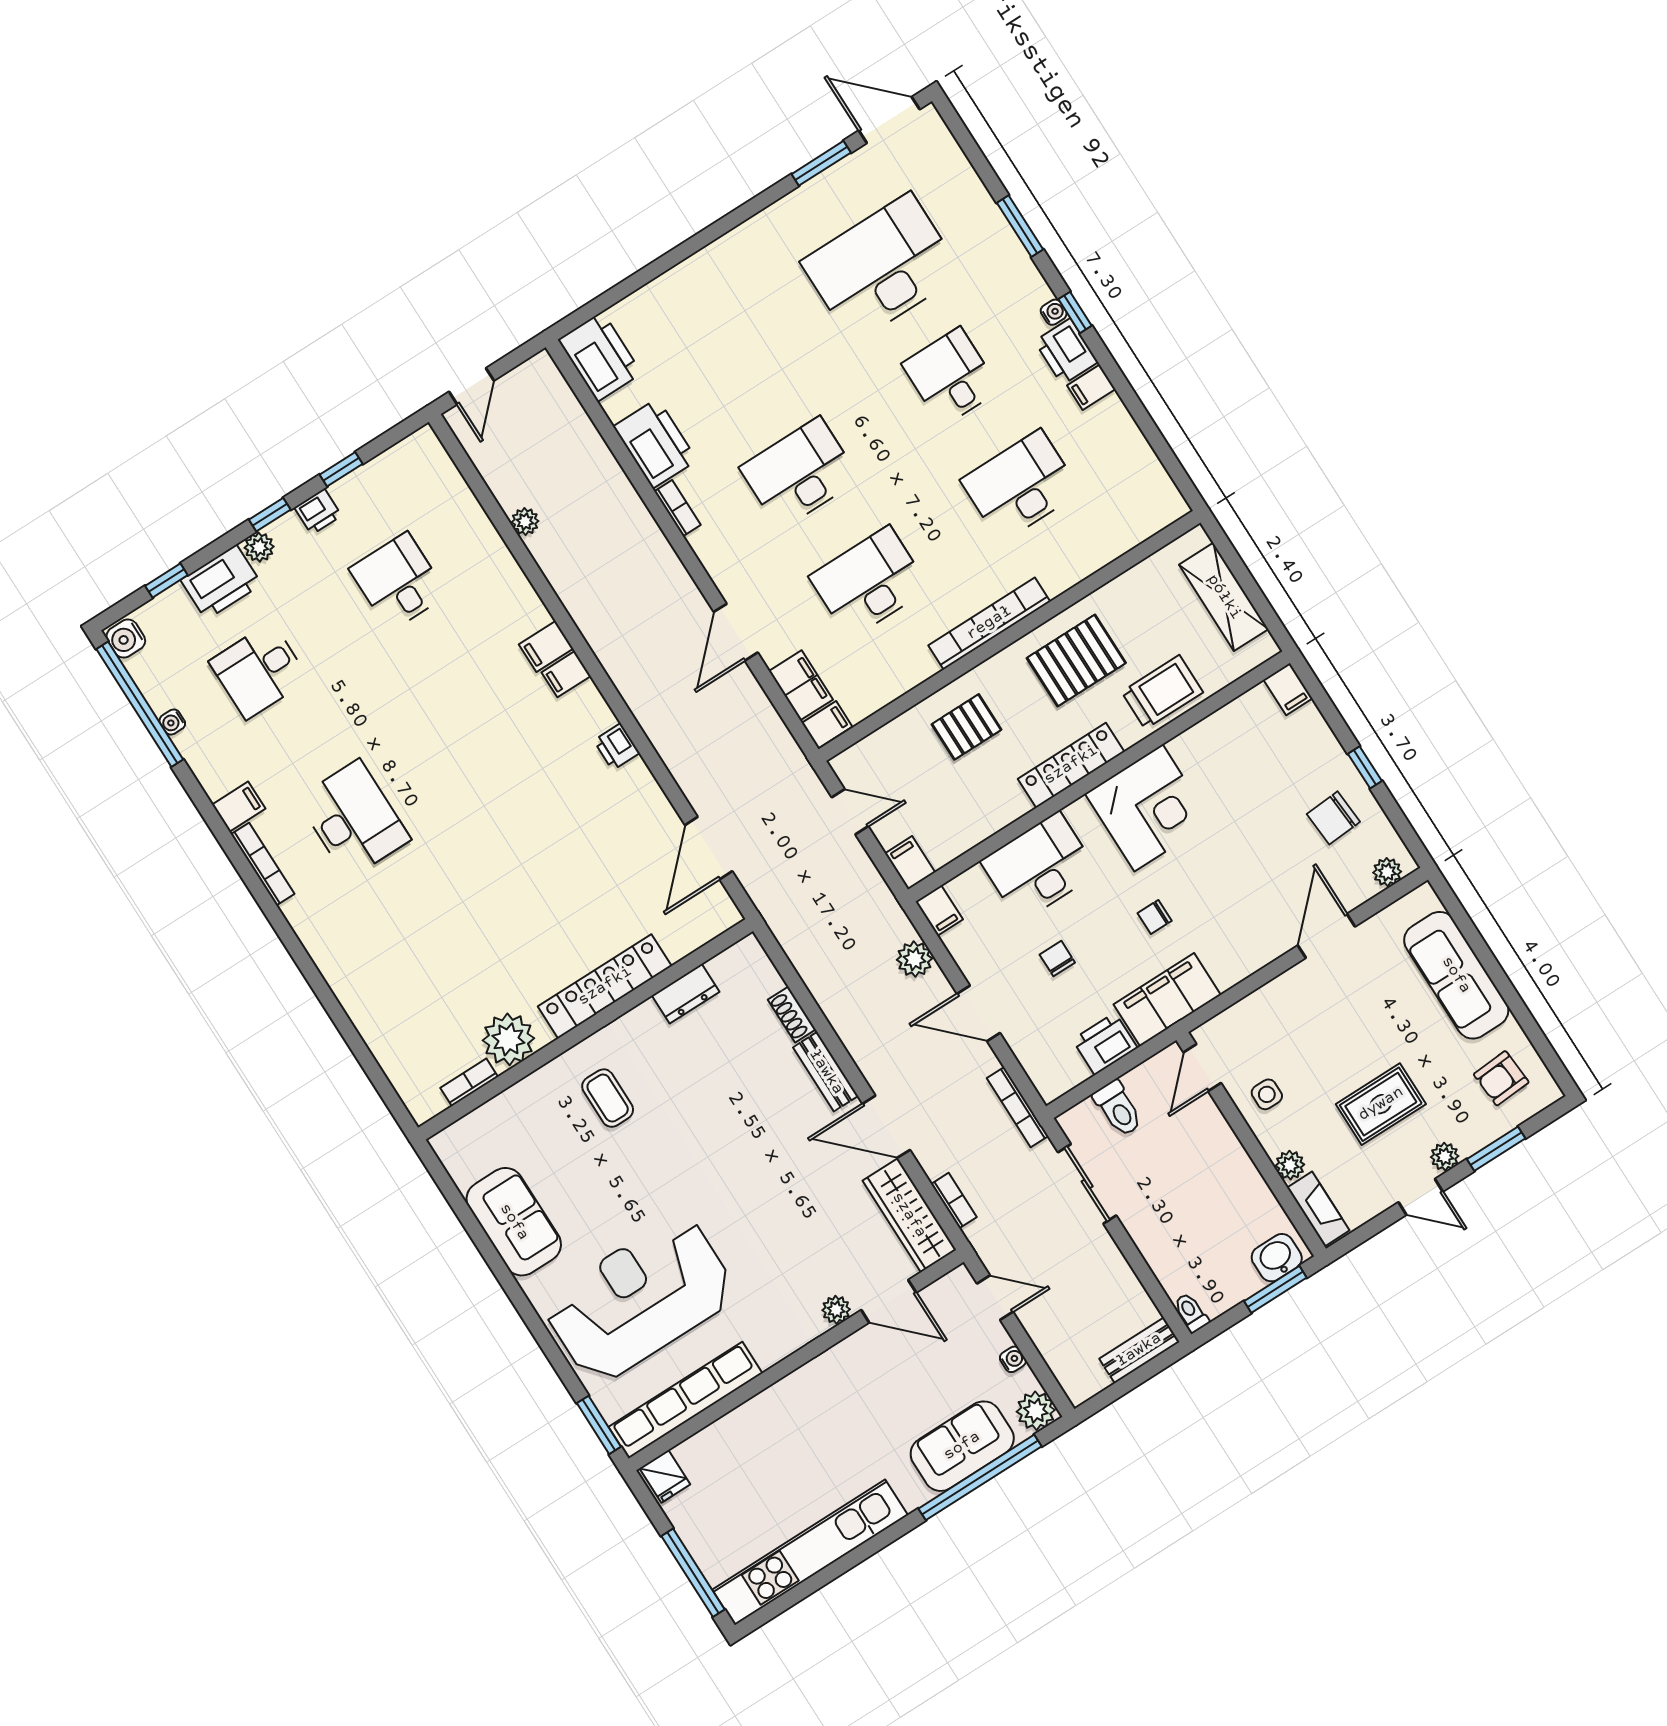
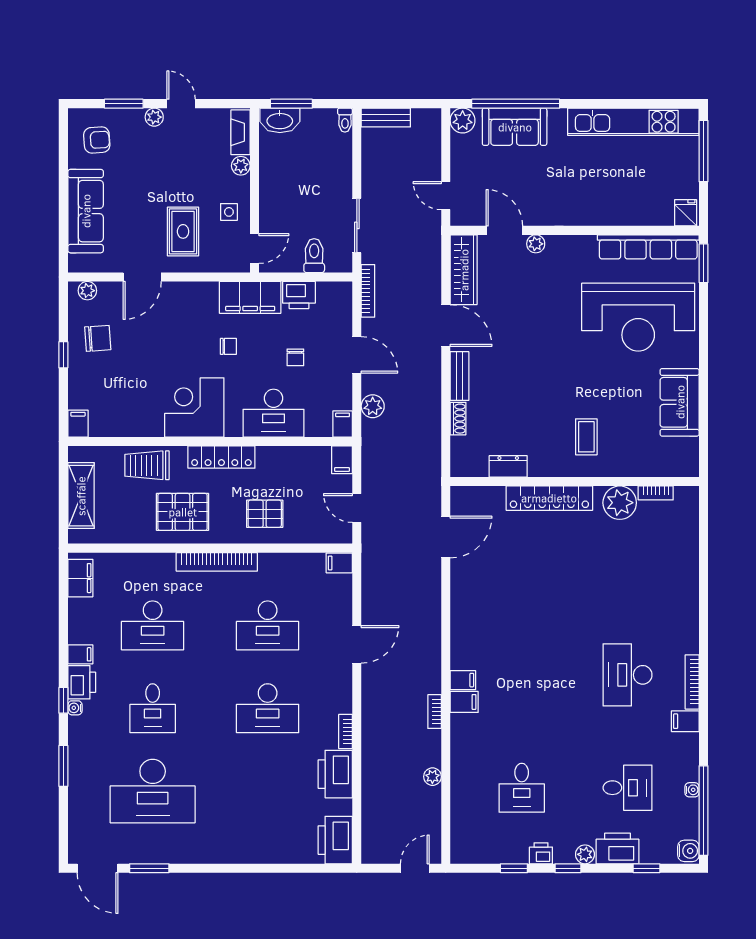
filing cabinet: (801, 685) -> (80, 578), moved, turned 180
printer: (617, 747) -> (461, 623), removed
rug: (1381, 1104) -> (183, 231), moved, turned 90
bookcase: (954, 1201) -> (435, 712), moved
washbasin: (1277, 1258) -> (280, 120), width x1.38
water cooler: (1013, 1359) -> (457, 156), removed

